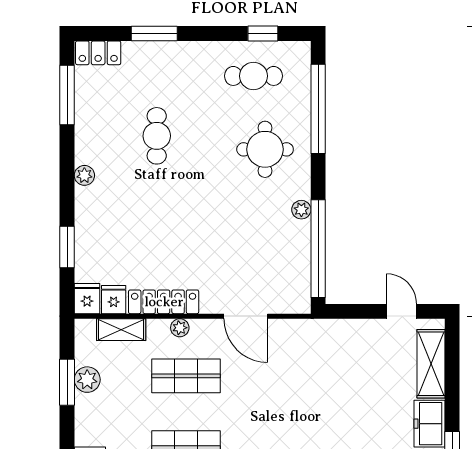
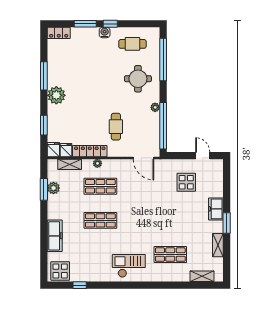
window: (263, 34) -> (110, 24), moved
water cooler: (195, 52) -> (105, 32), added
window: (67, 95) -> (44, 76), moved
cafe table: (157, 136) -> (116, 127), moved
plant: (84, 175) -> (56, 95), width x1.87, depth x1.87
door: (246, 316) -> (144, 158), moved
shelving: (431, 364) -> (217, 181), removed
display table: (367, 367) -> (186, 182), added

